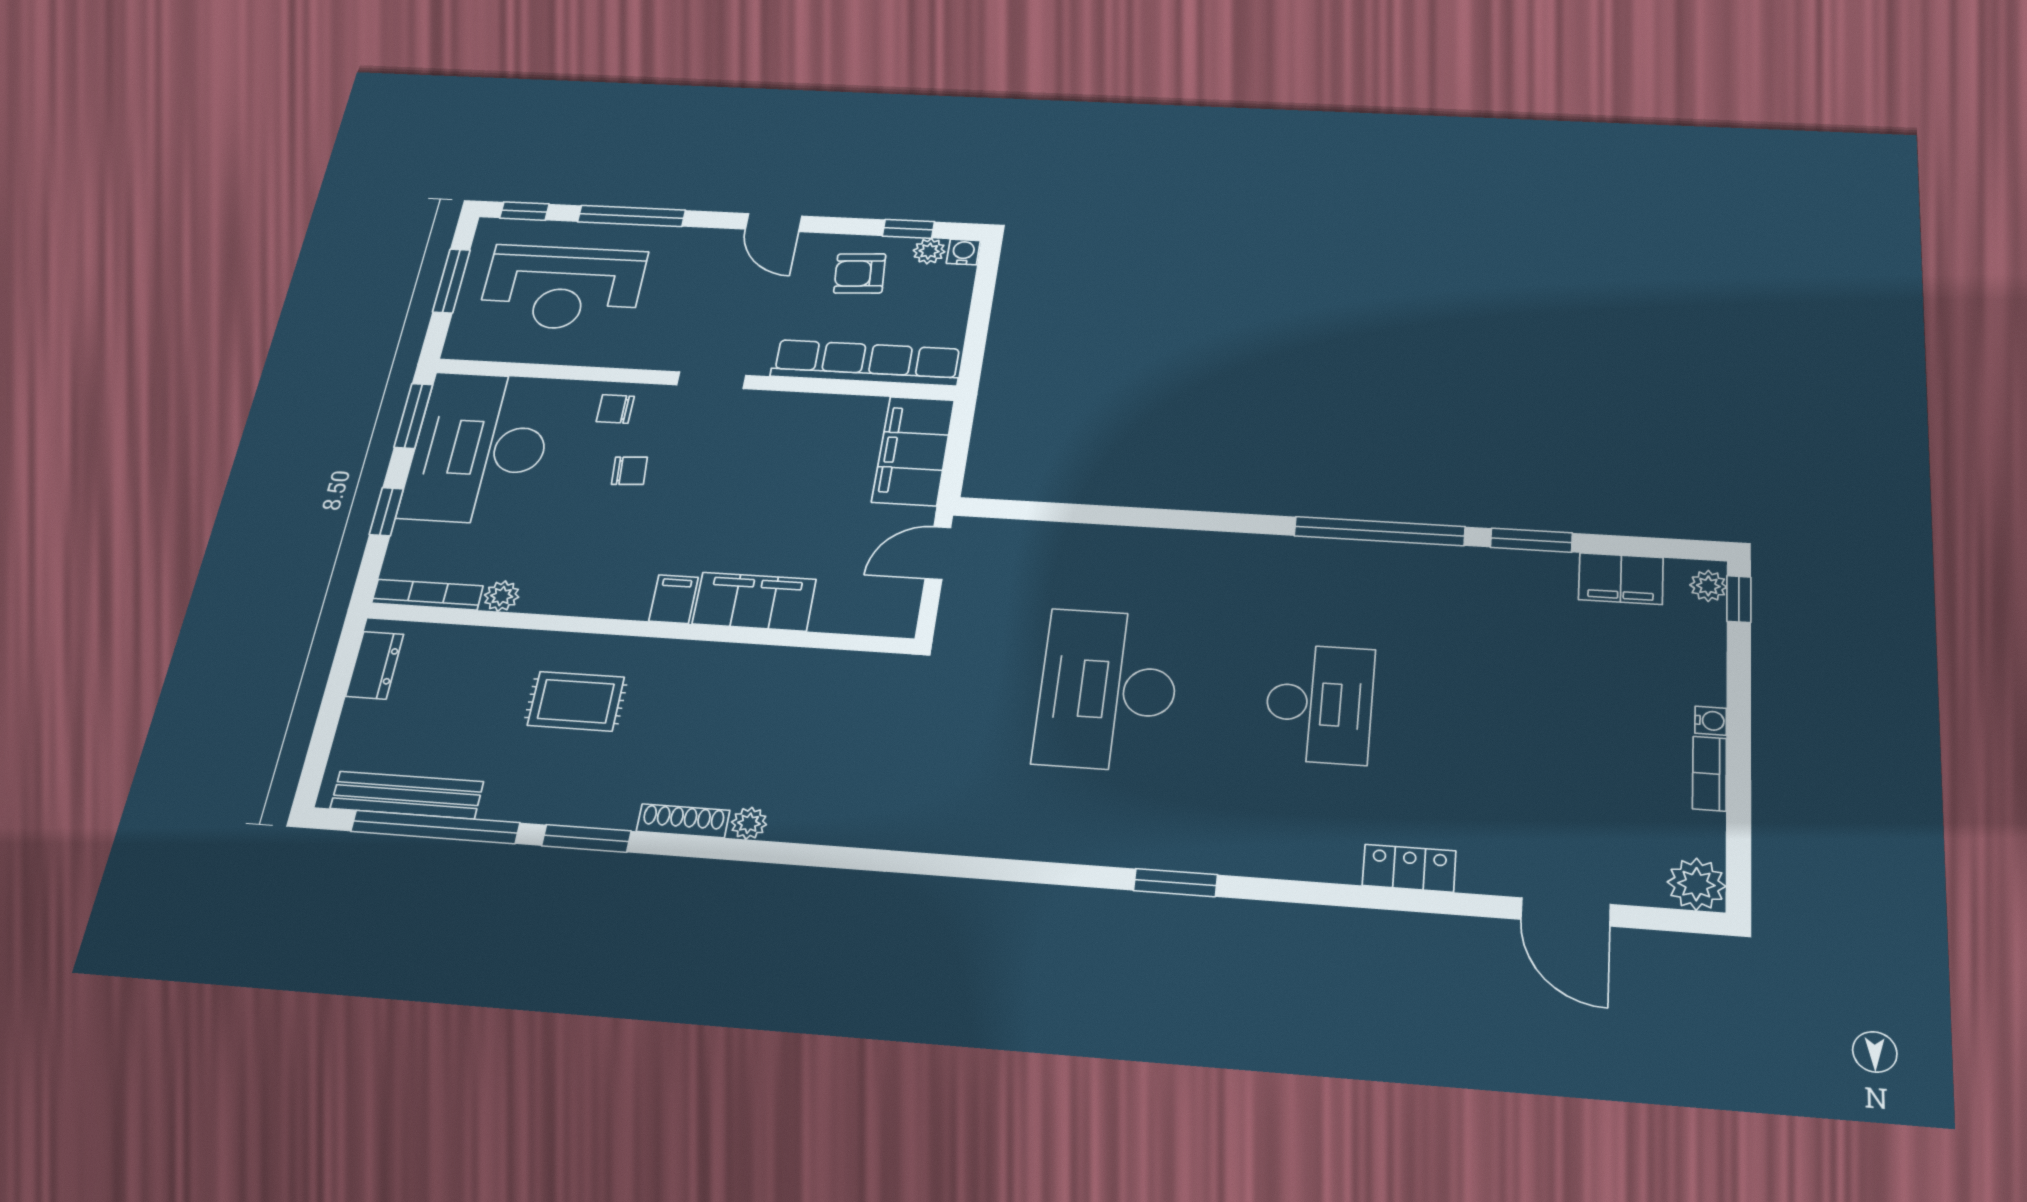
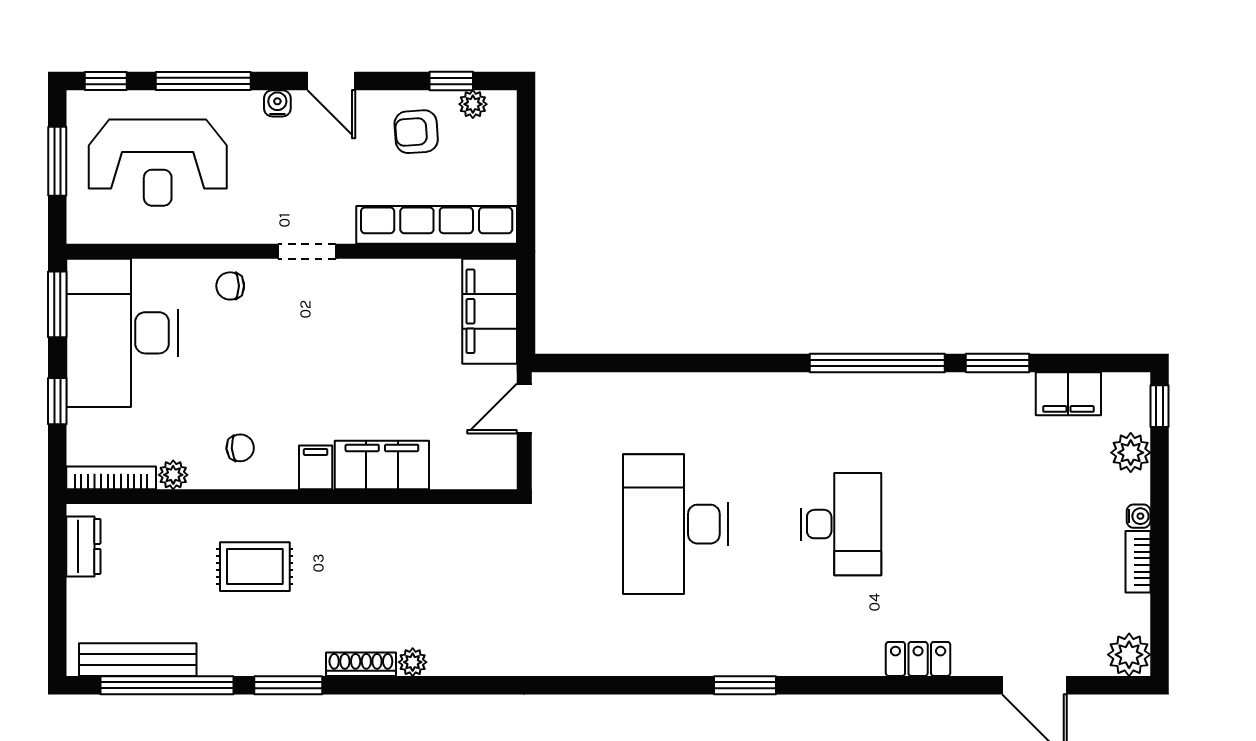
water cooler: (963, 252) -> (277, 103), moved
chair: (629, 471) -> (240, 448), moved
plant: (1708, 586) -> (1131, 453), moved, width x1.38, depth x1.38

